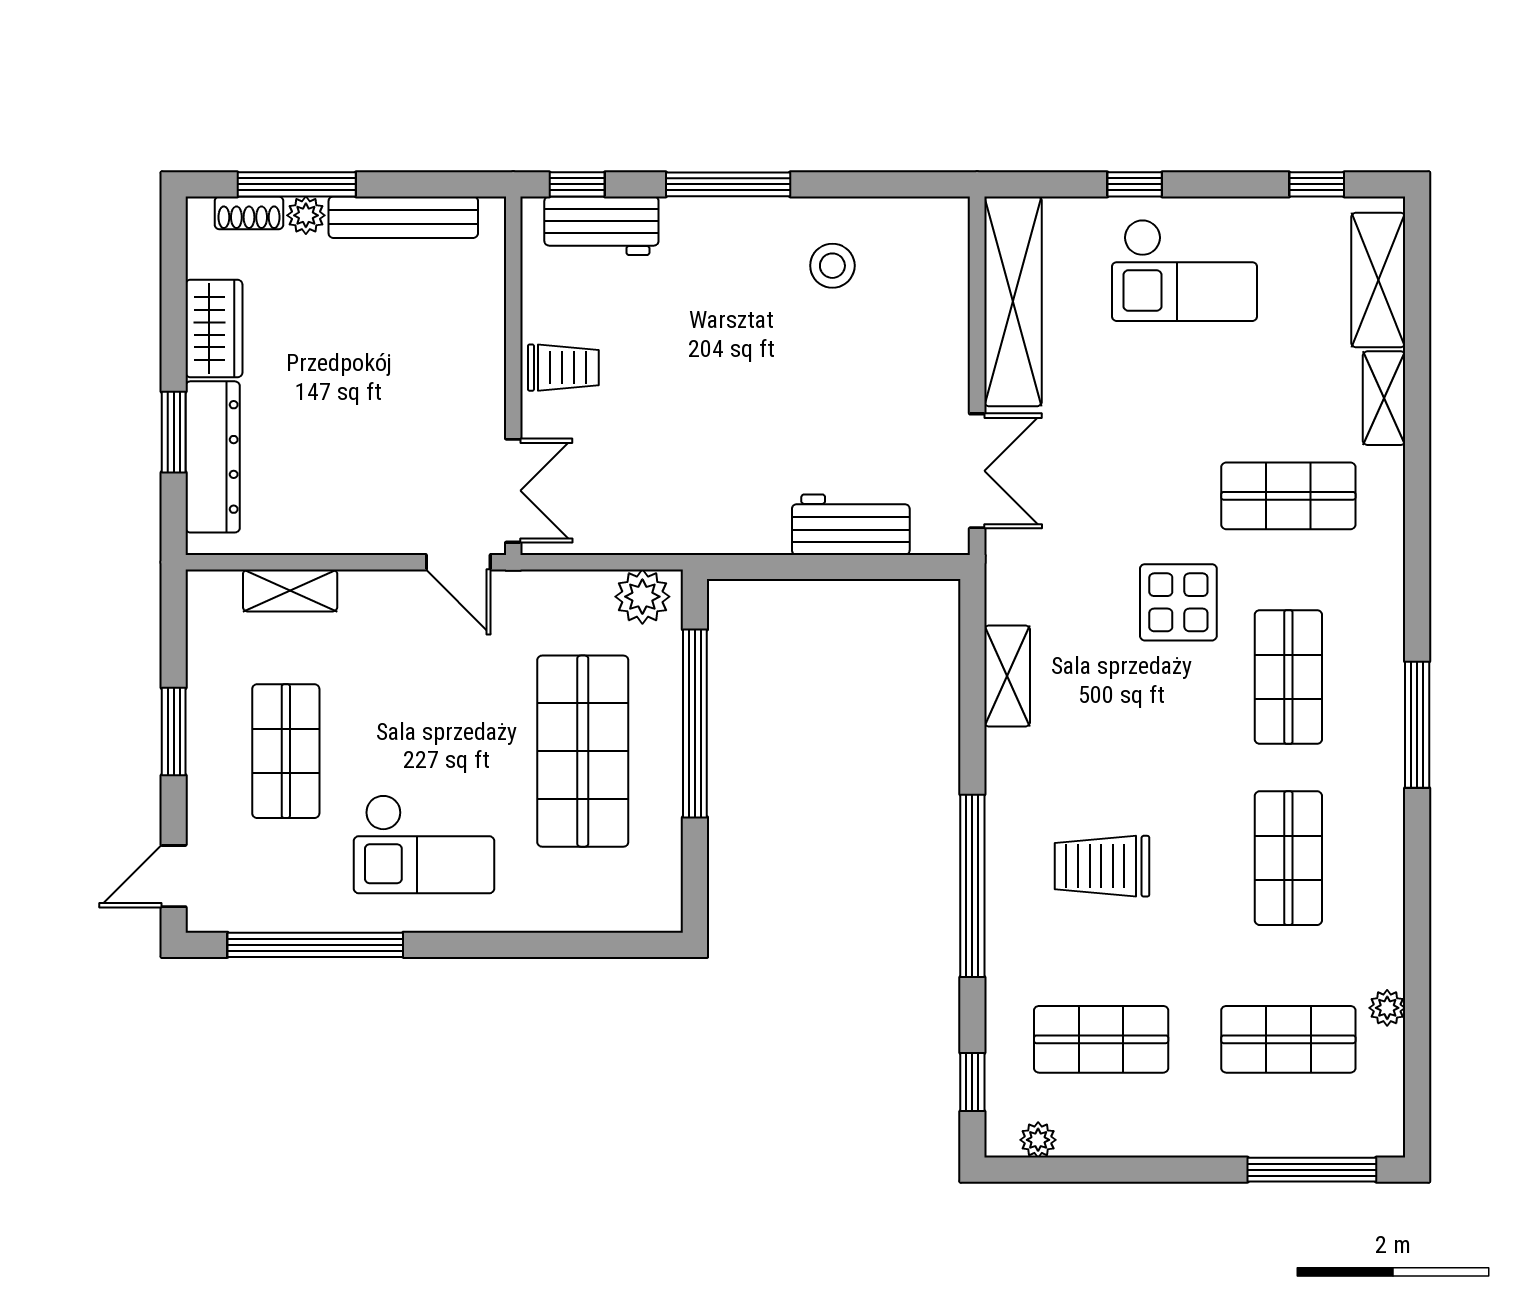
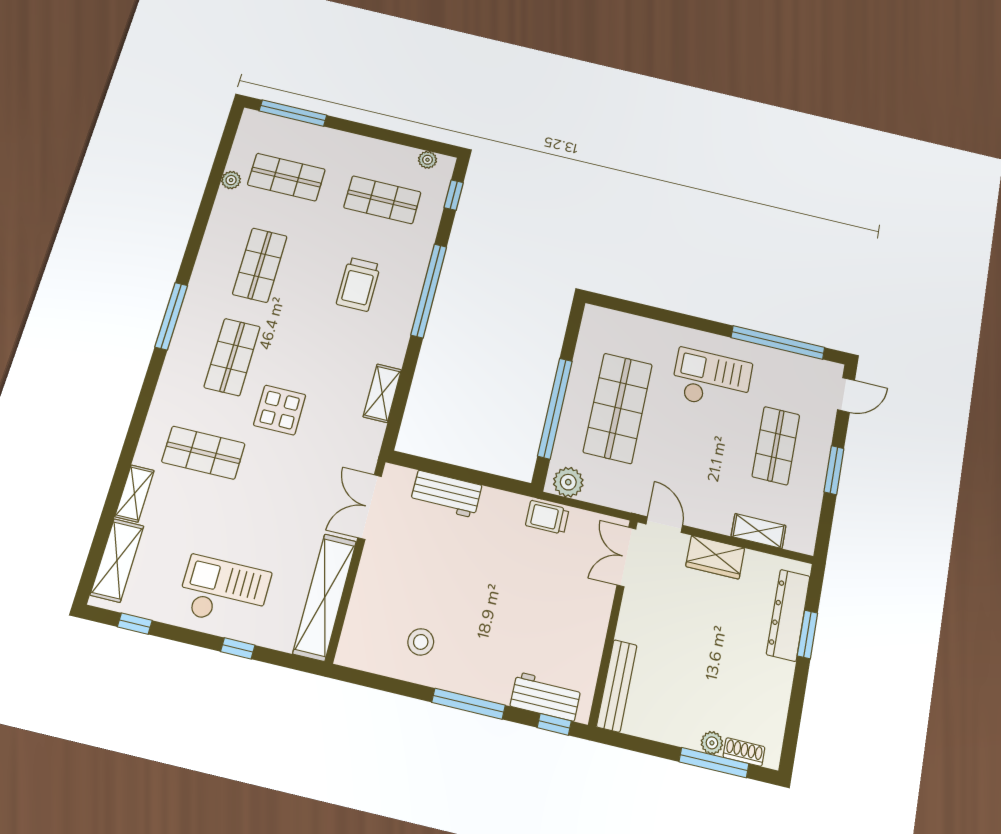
bench: (403, 217) -> (617, 686), moved, turned 90
wardrobe: (214, 329) -> (715, 557), moved, turned -90
trolley: (563, 368) -> (547, 517), moved
trolley: (1102, 866) -> (358, 284), turned 90

